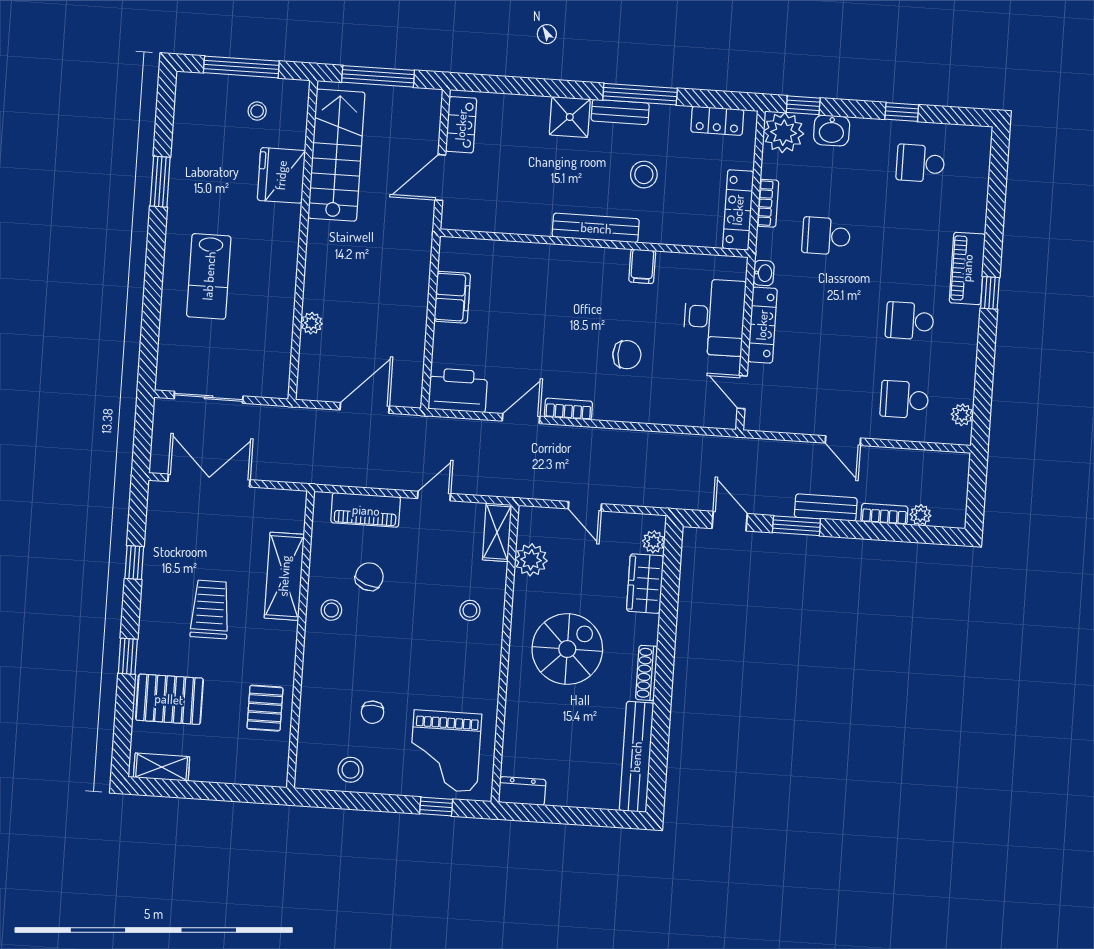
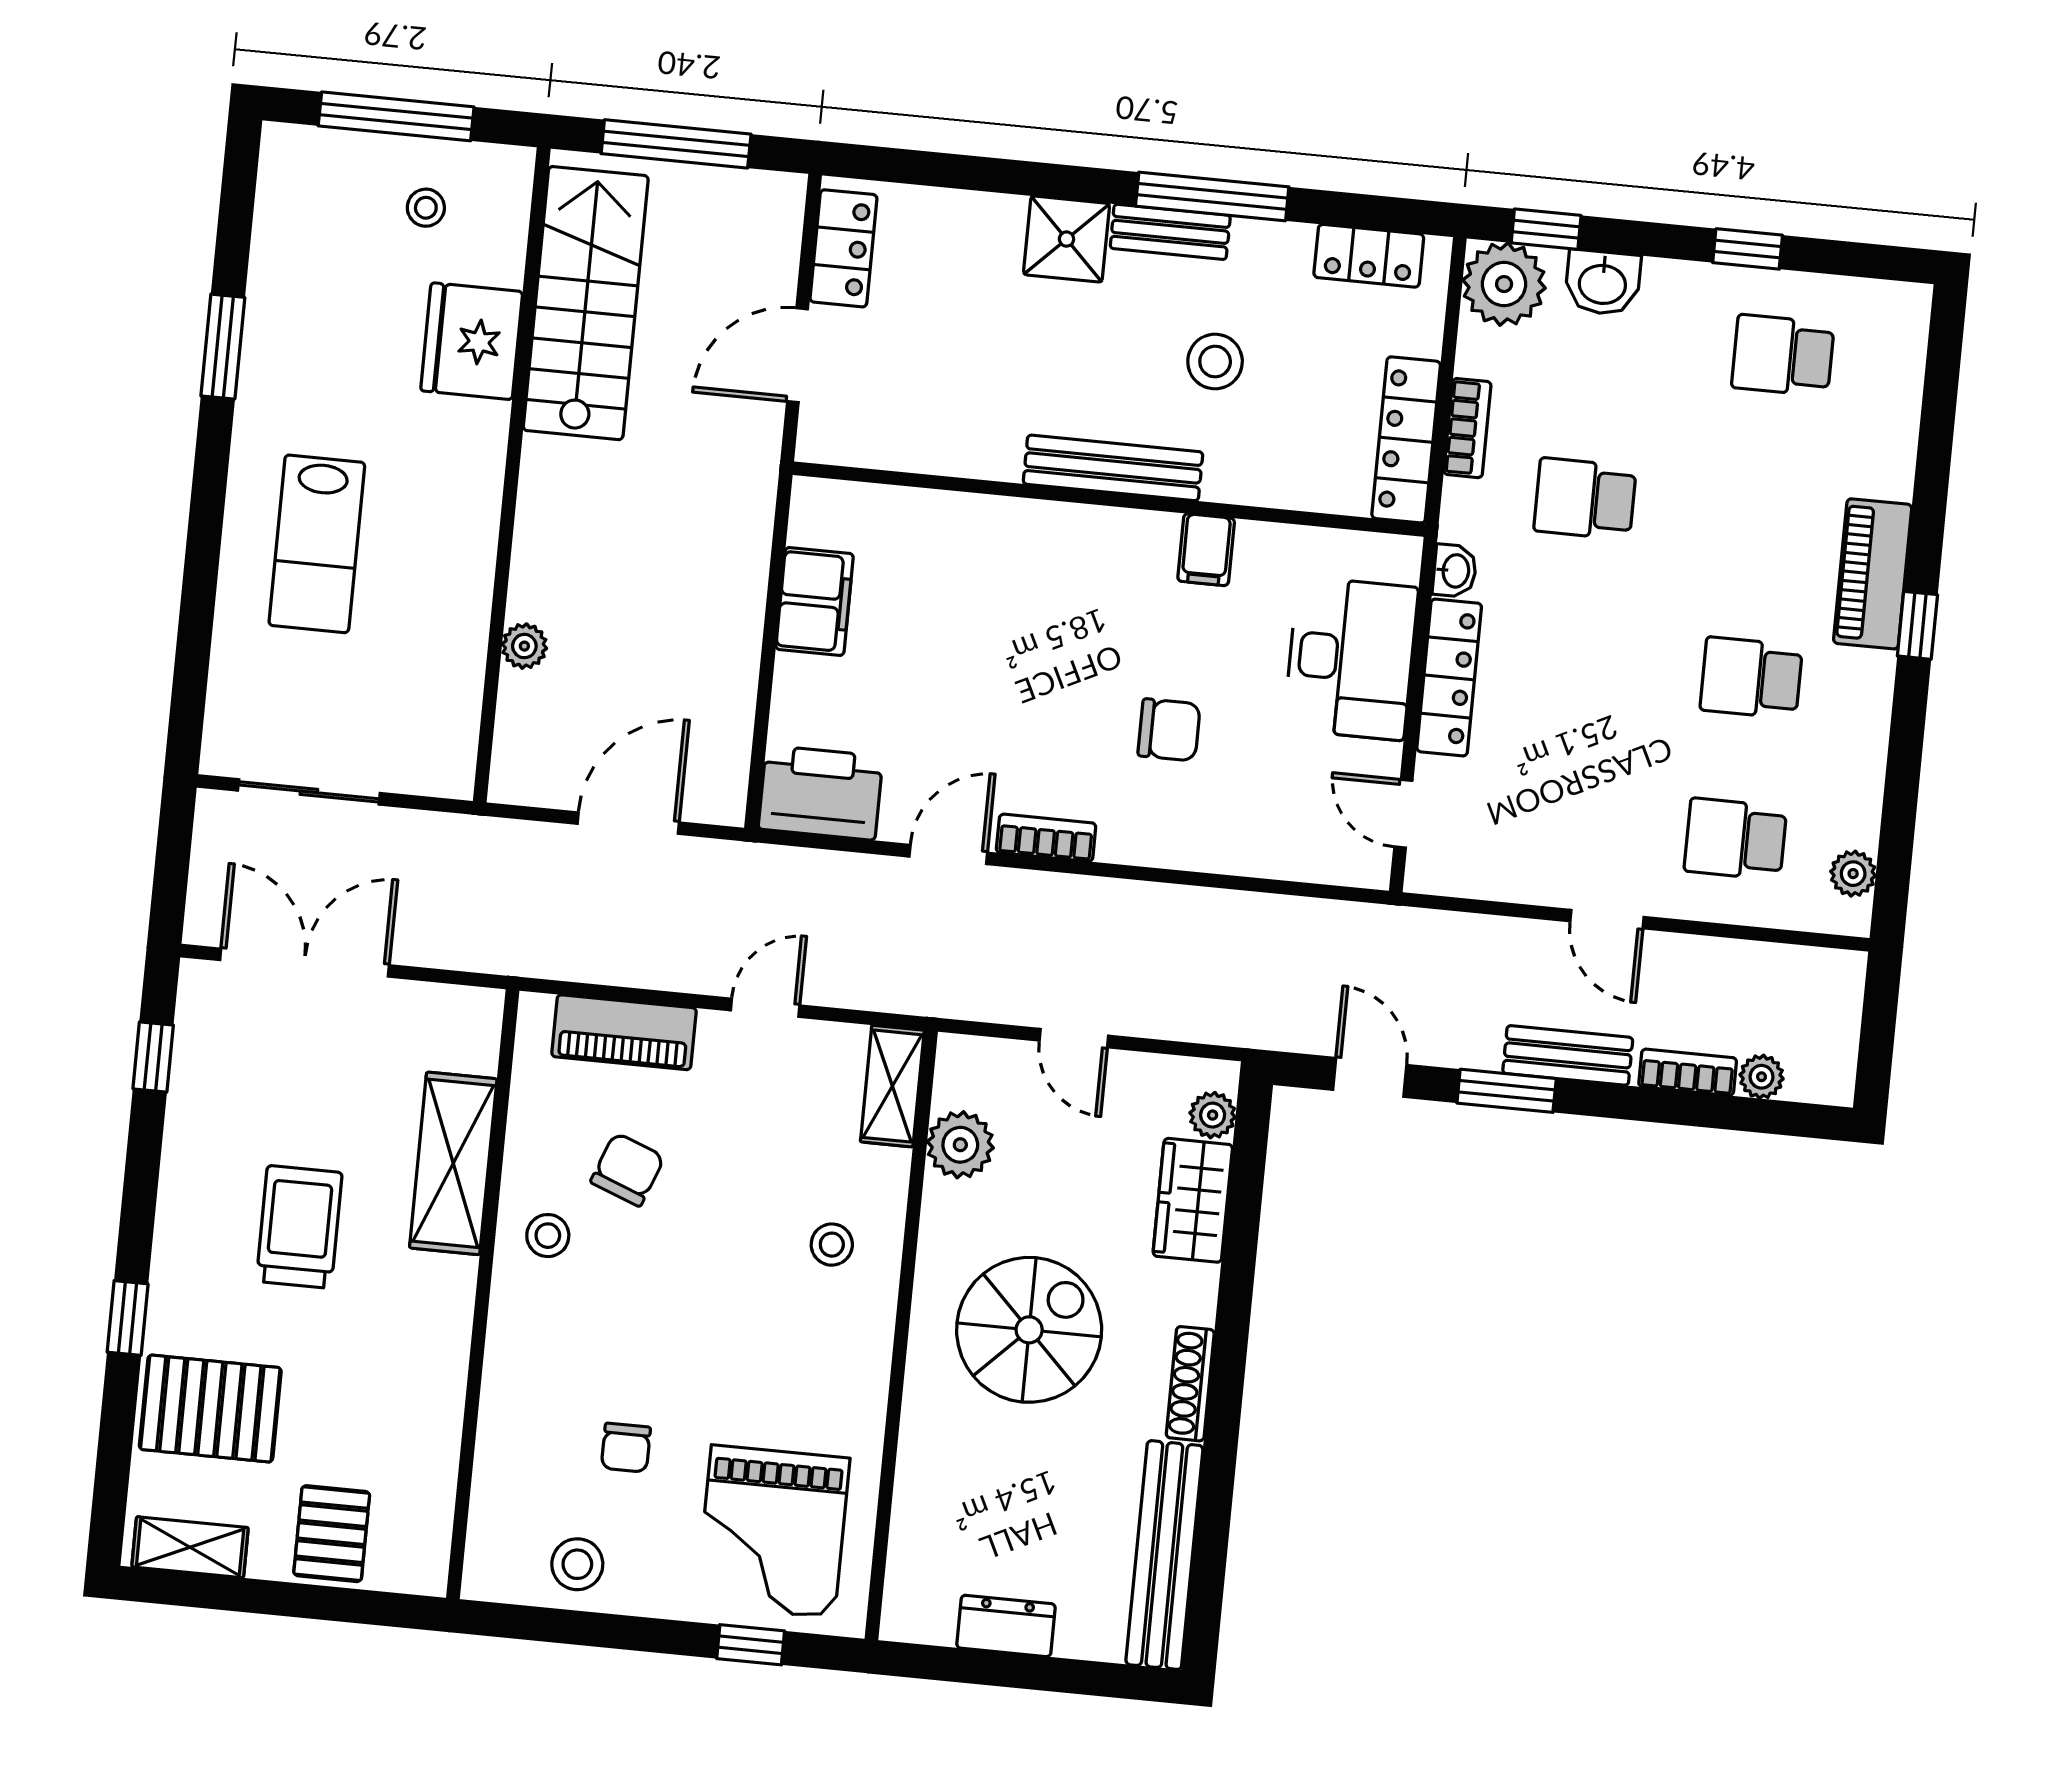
window: (134, 562) -> (153, 1057), moved
pallet: (265, 708) -> (332, 1534), moved
dresser: (522, 791) -> (1006, 1626), moved

